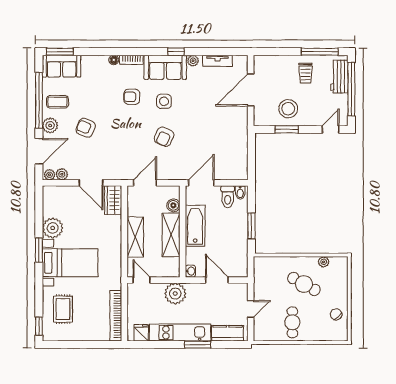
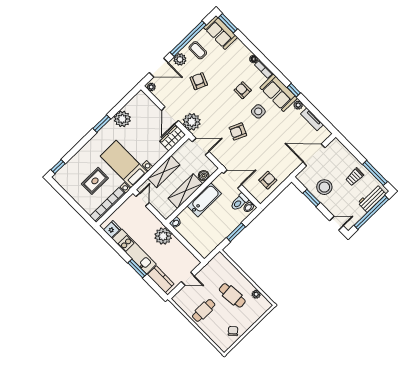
armchair: (233, 153) -> (268, 180), added
plant: (62, 174) -> (192, 122), moved, width x1.88, depth x1.88
bed with nightstands: (70, 263) -> (124, 164), moved, turned 180
door: (217, 280) -> (185, 243), removed
cafe table: (304, 284) -> (232, 295), turned -34
plant: (175, 294) -> (163, 236), moved
rug: (63, 309) -> (95, 181), moved

